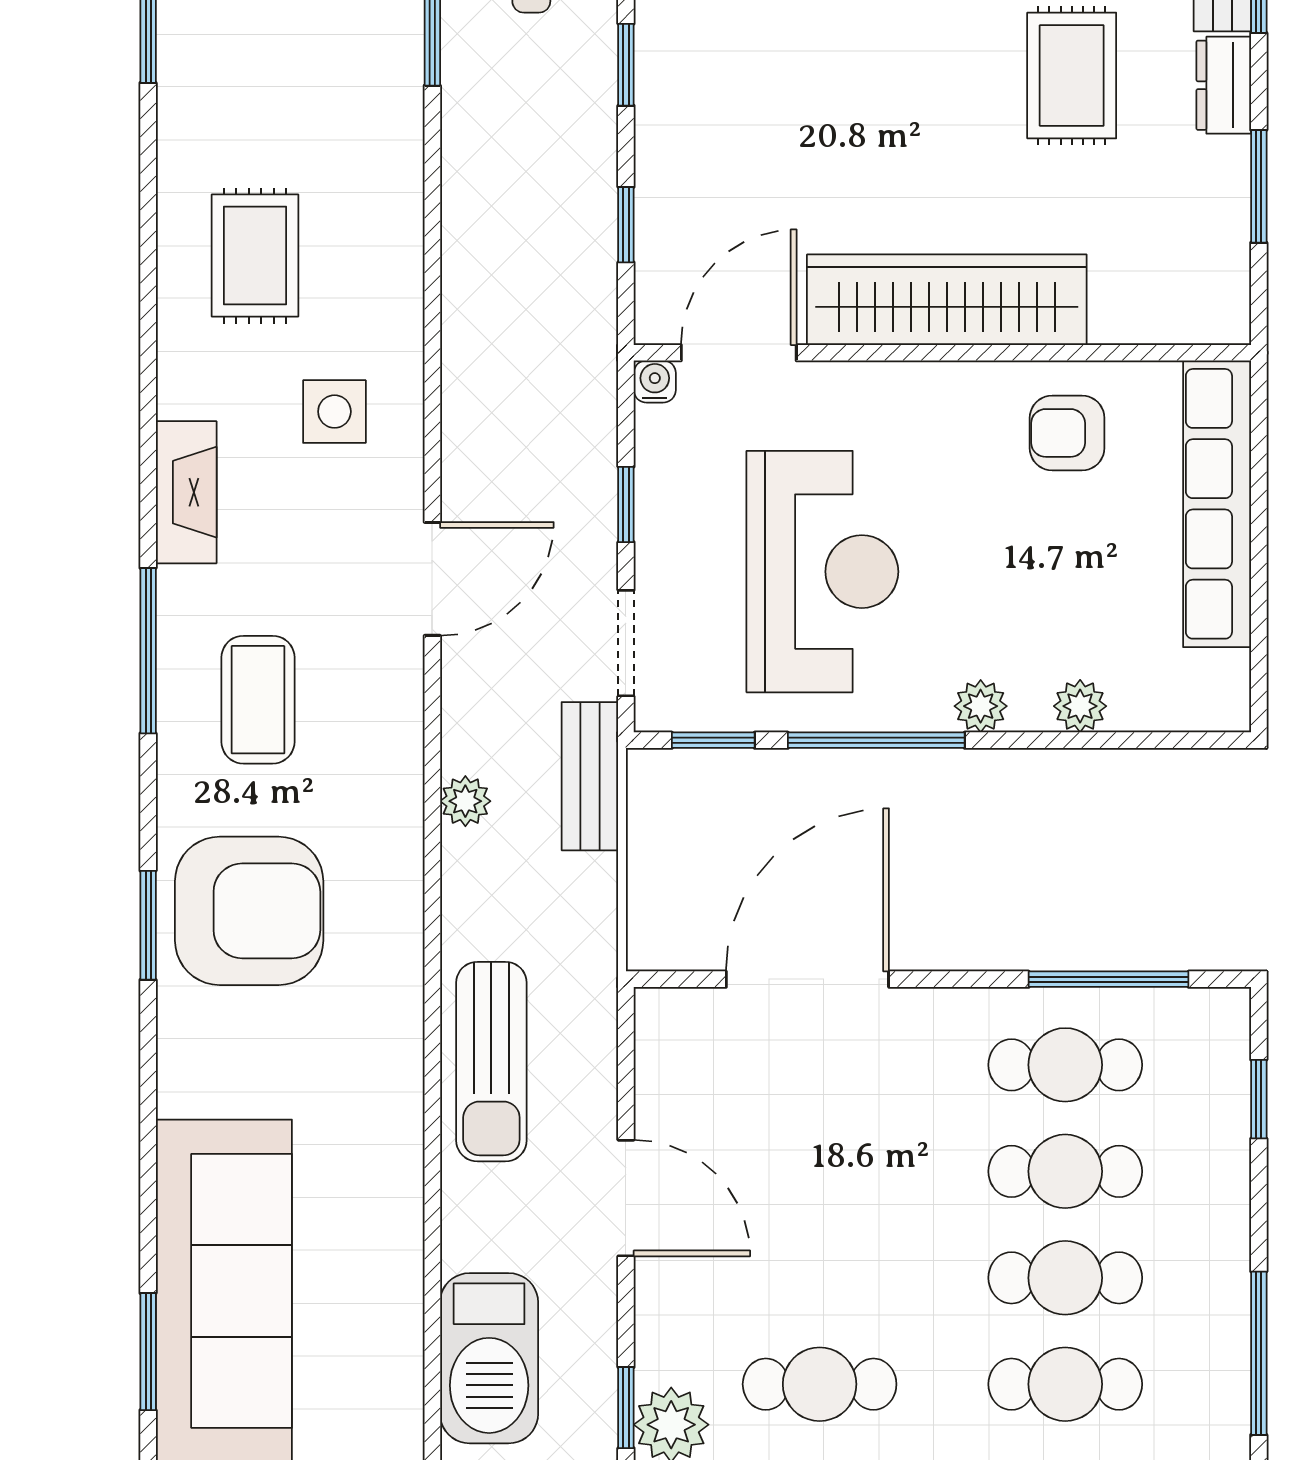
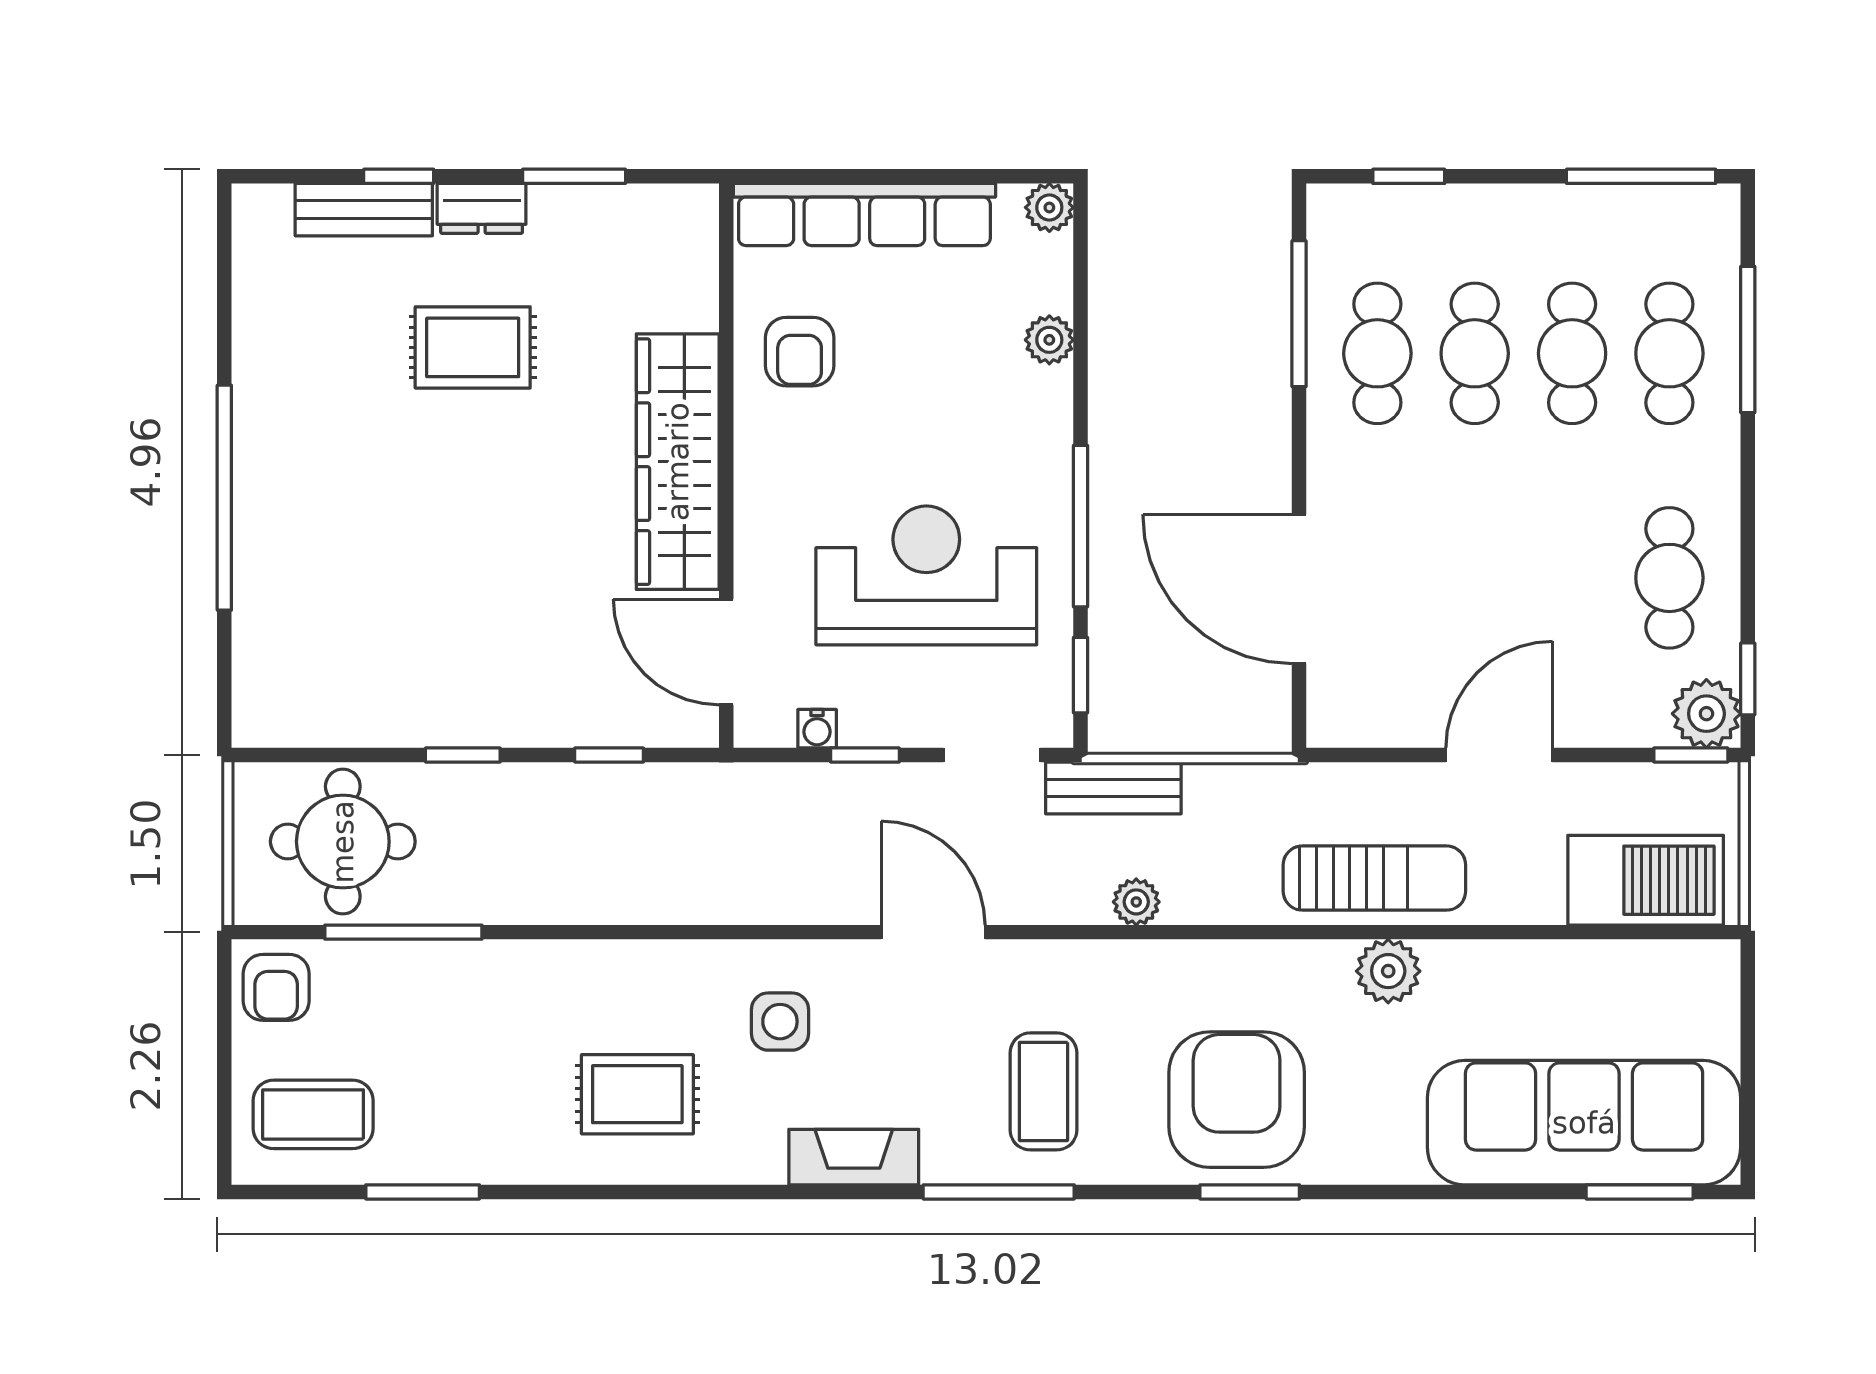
water cooler: (655, 382) -> (817, 729), moved, turned -90
coffee table: (258, 700) -> (1043, 1091), turned 90
plant: (981, 706) -> (1049, 207), moved
plant: (390, 1077) -> (1388, 971), added

